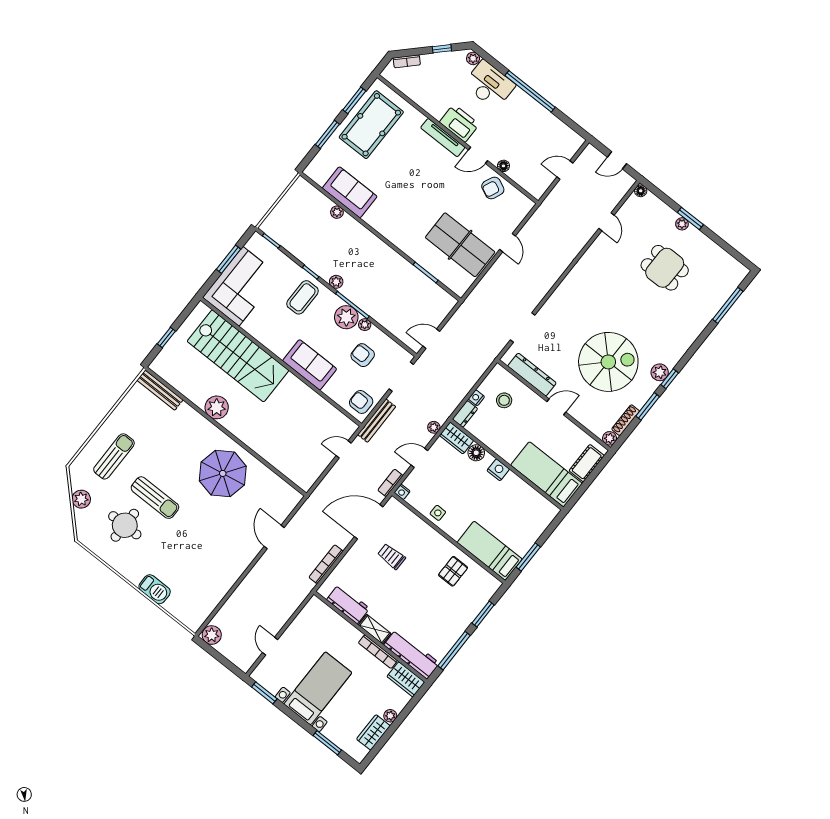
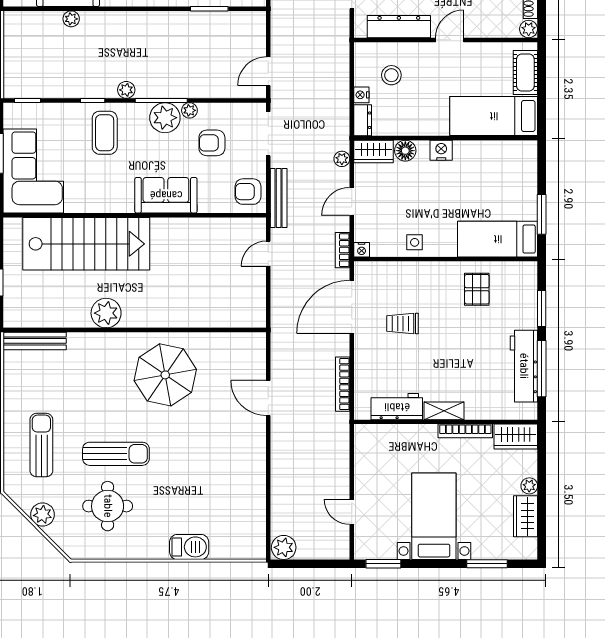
workbench: (412, 654) -> (524, 366), moved, turned -90

